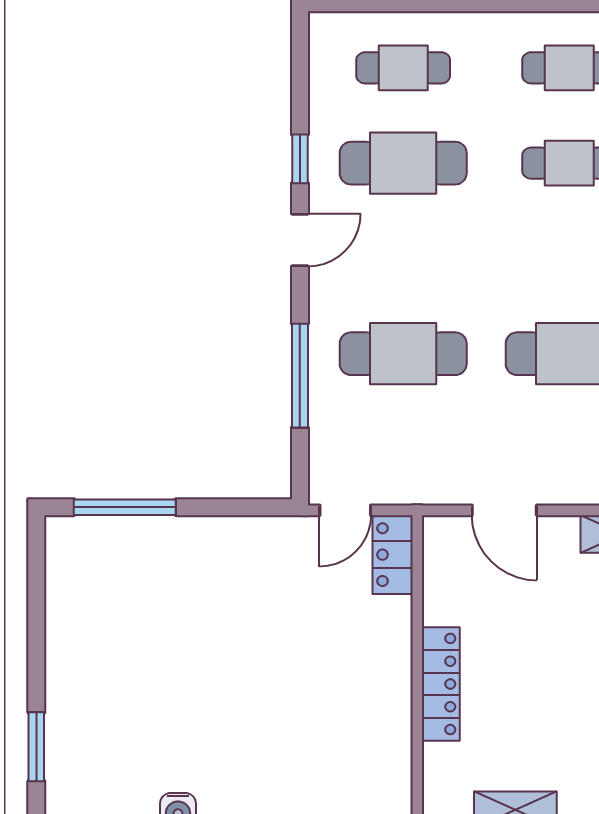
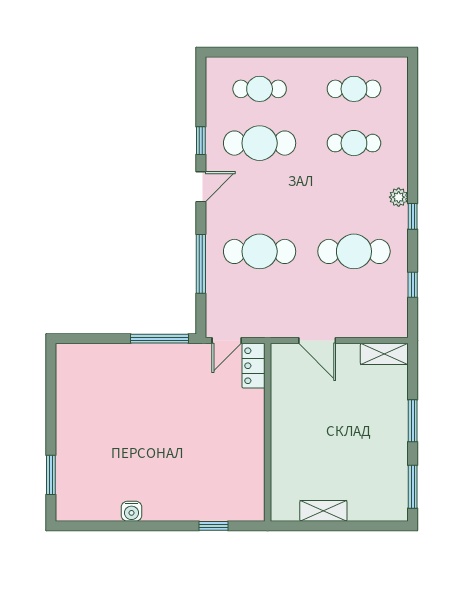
window: (125, 507) -> (160, 339), moved
locker: (441, 684) -> (281, 439), removed

